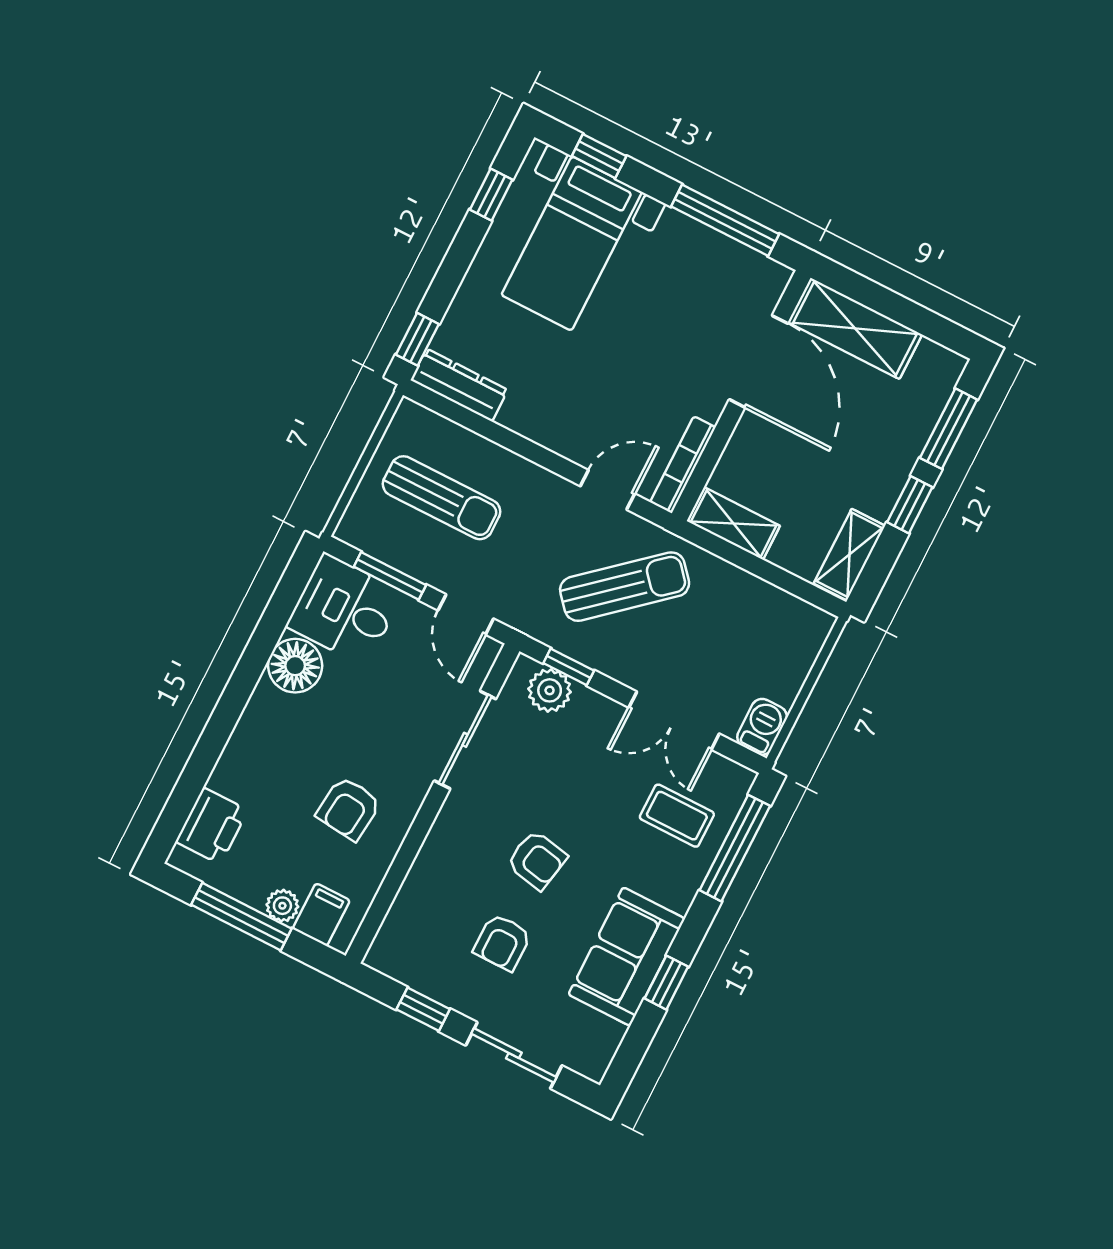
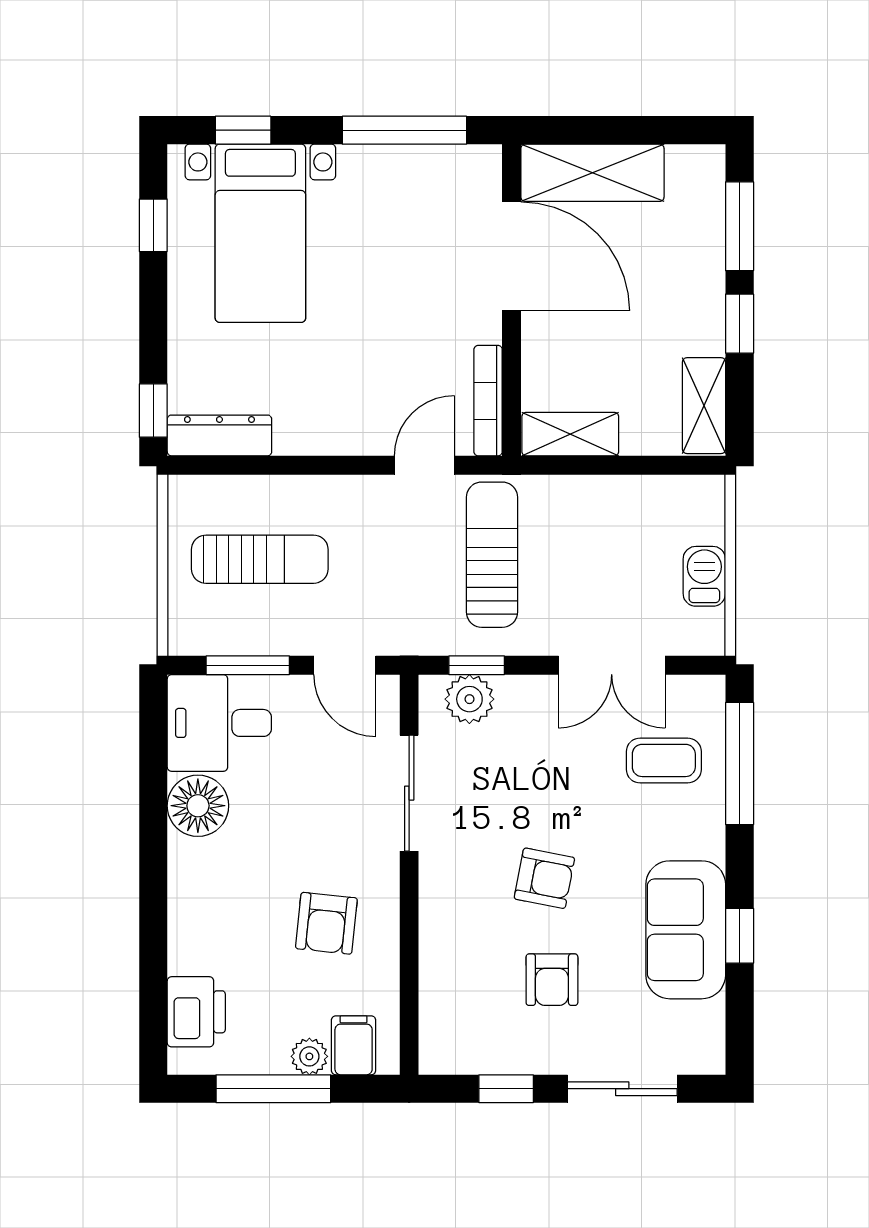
sun lounger: (625, 587) -> (492, 555), turned -49
barbecue: (762, 727) -> (704, 576), moved

